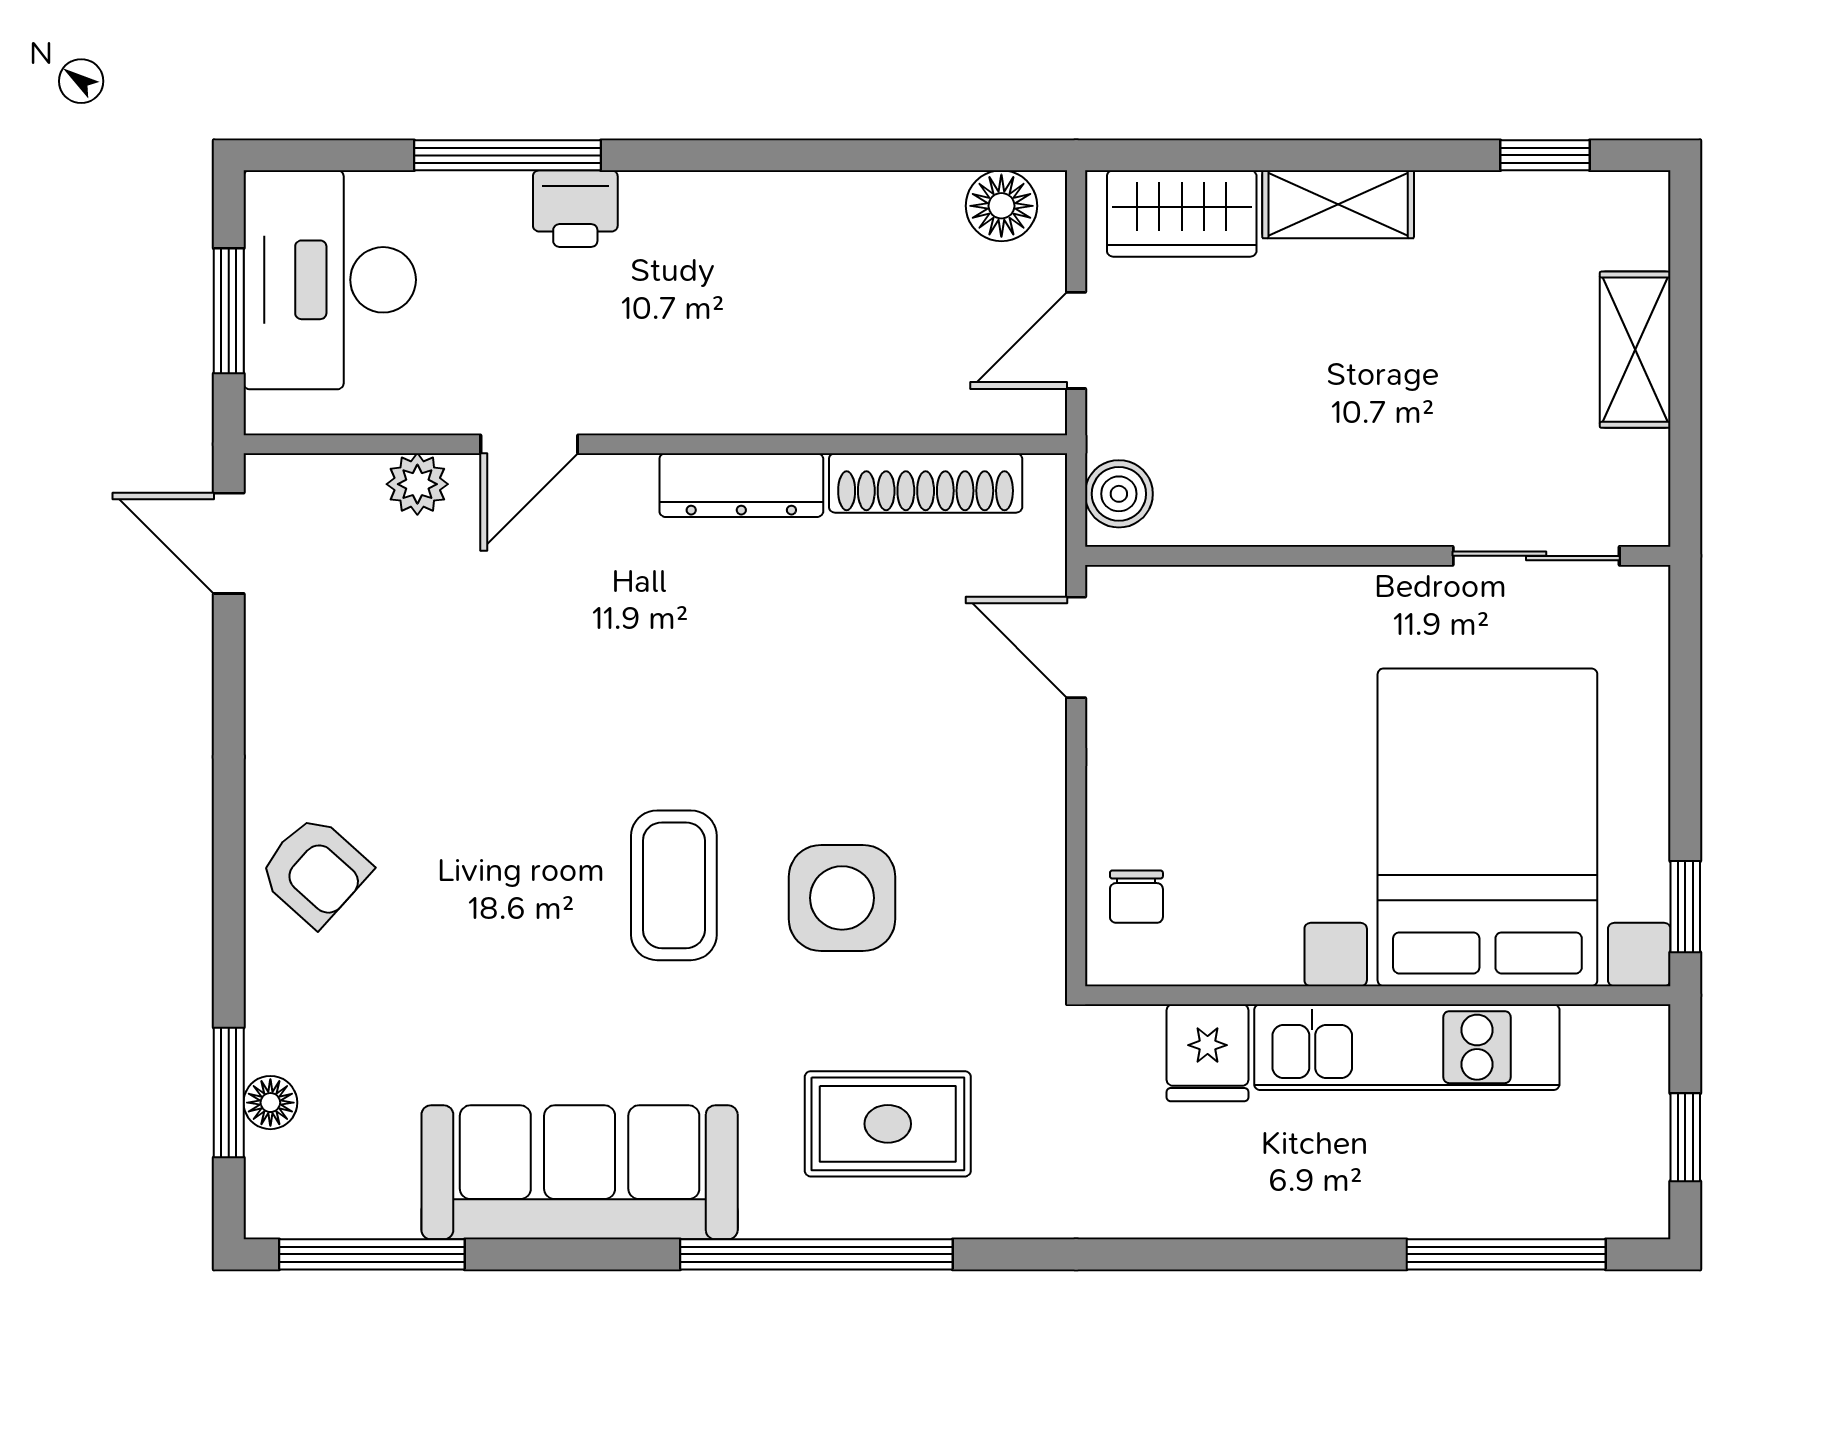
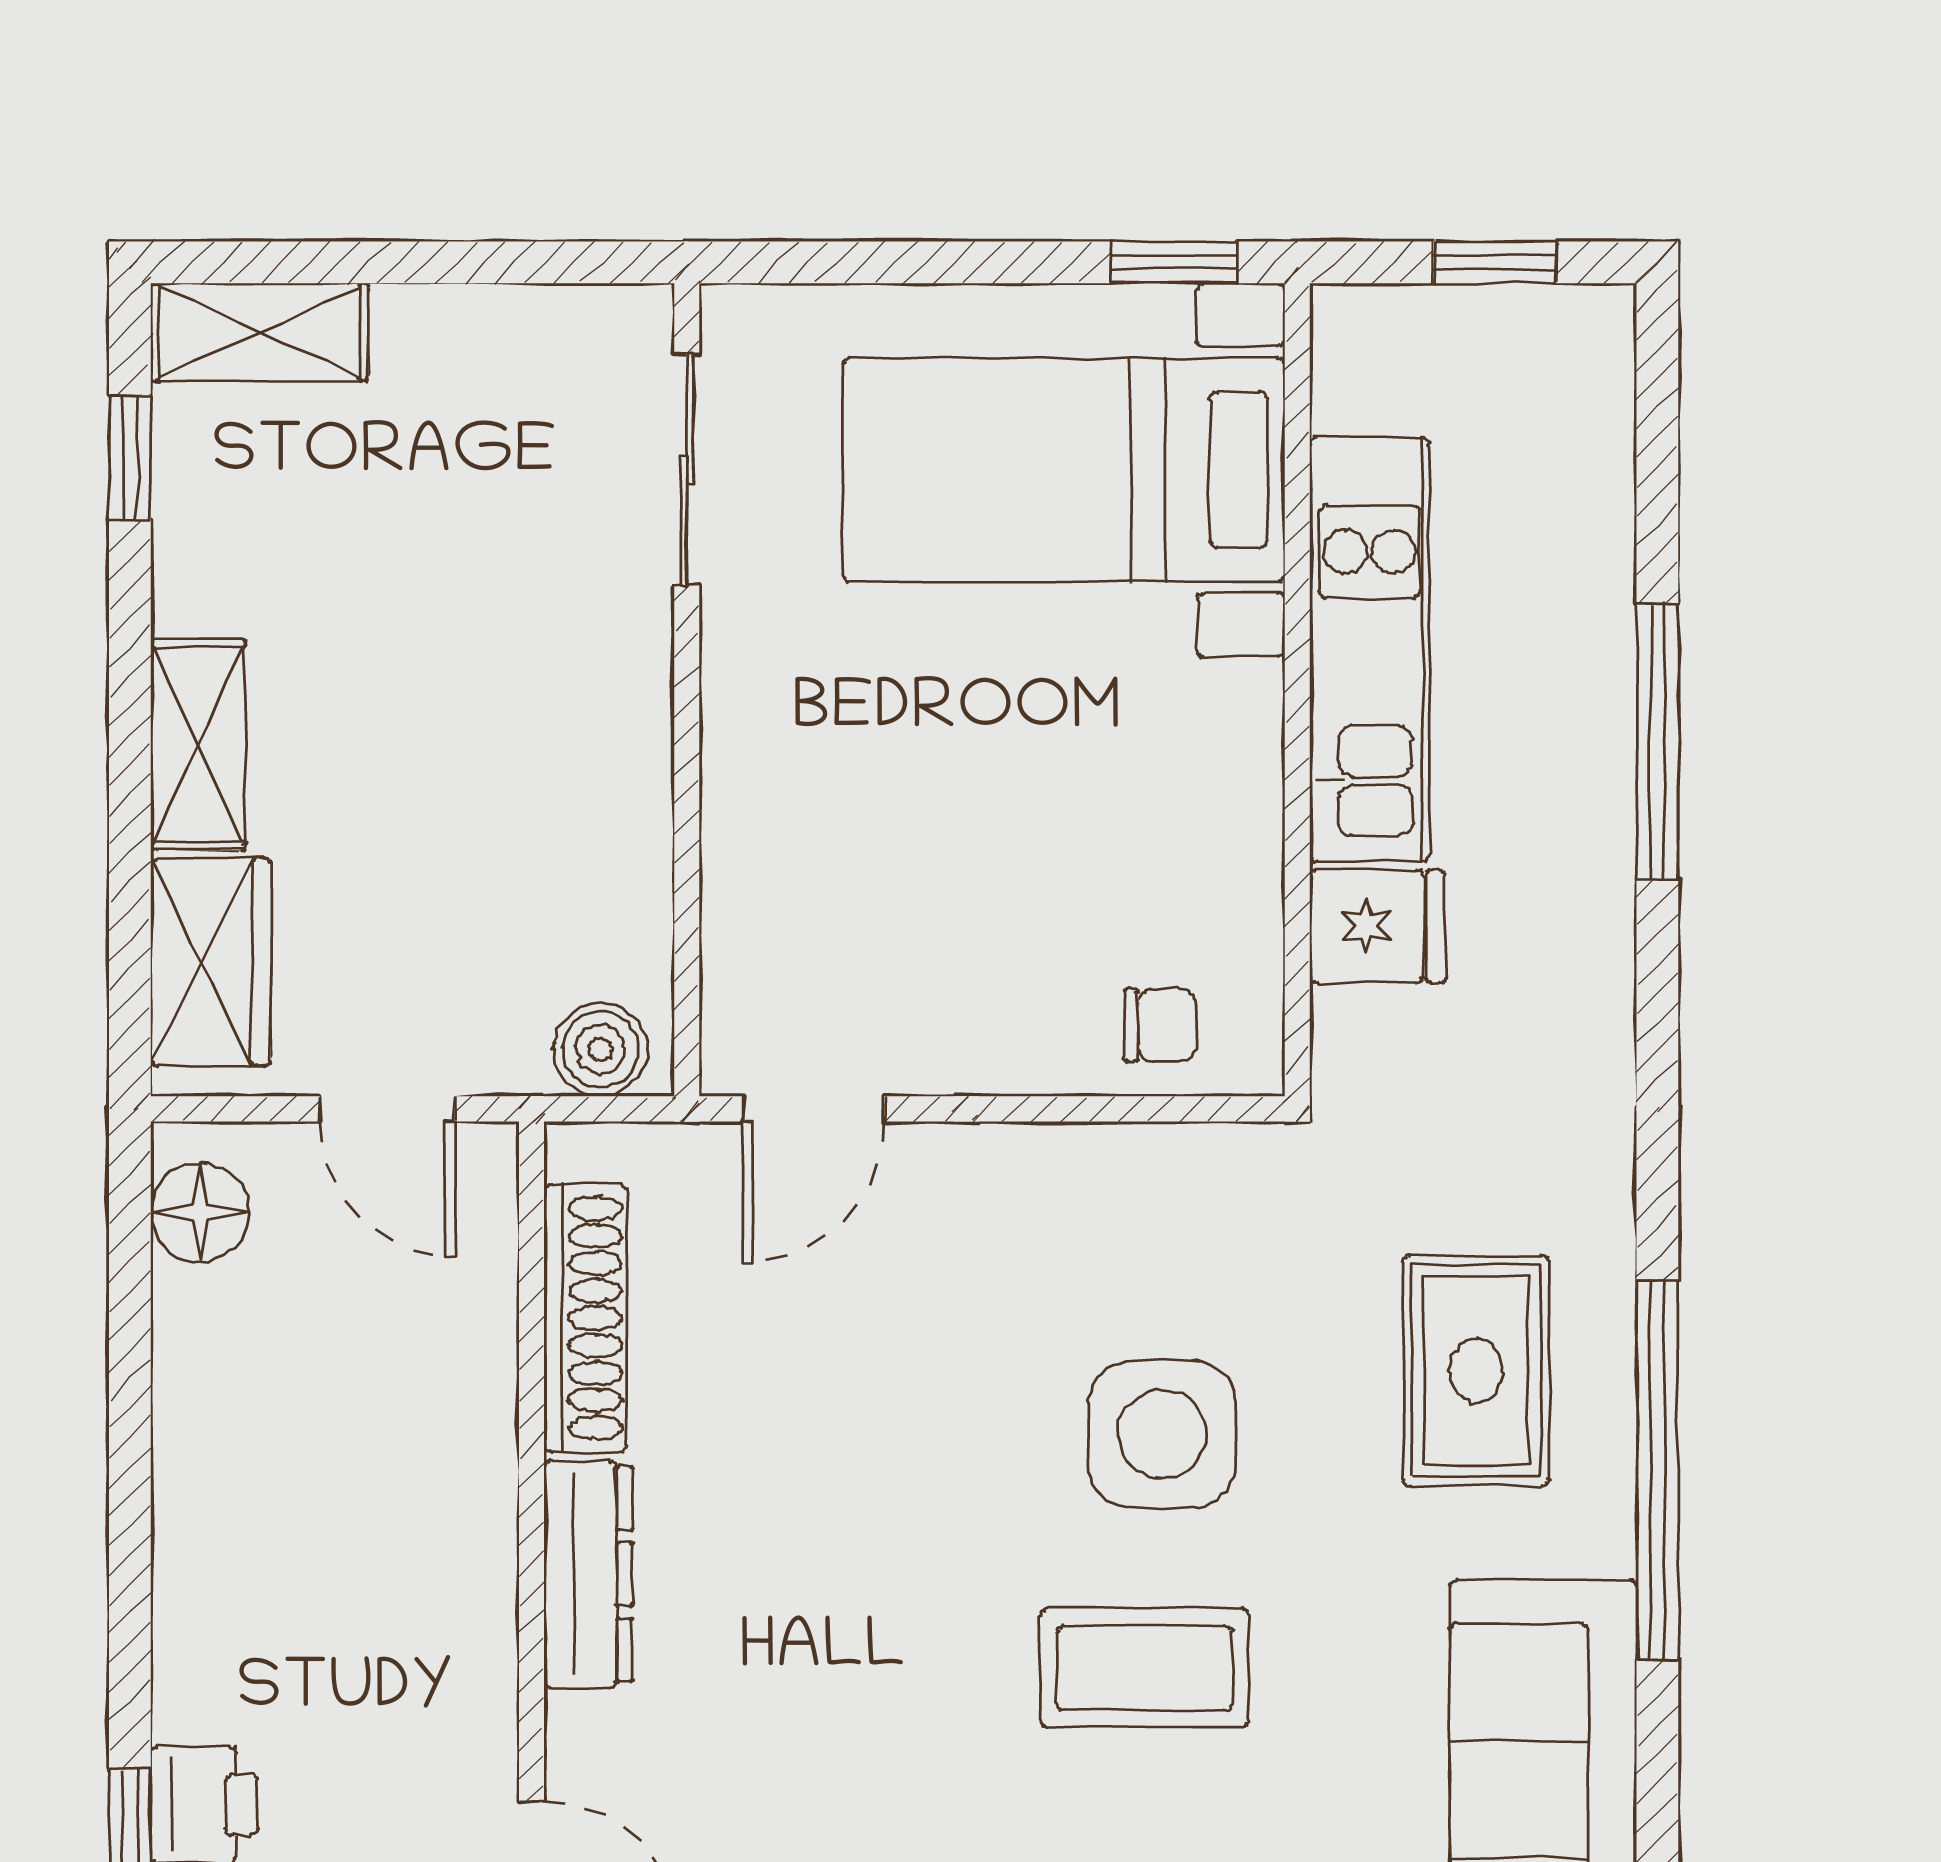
shelving: (1635, 350) -> (259, 332), moved
bed with nightstands: (1487, 827) -> (1064, 470), width x0.73
window: (1506, 1254) -> (1657, 741), moved

